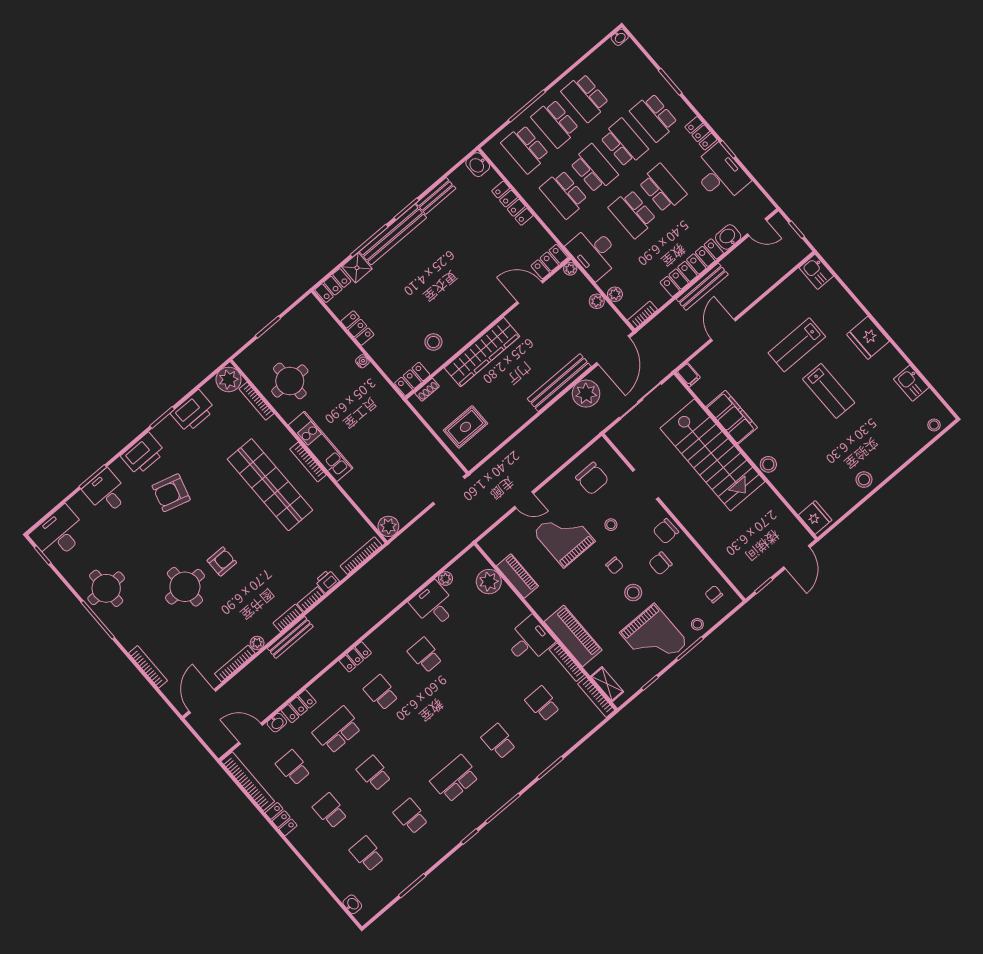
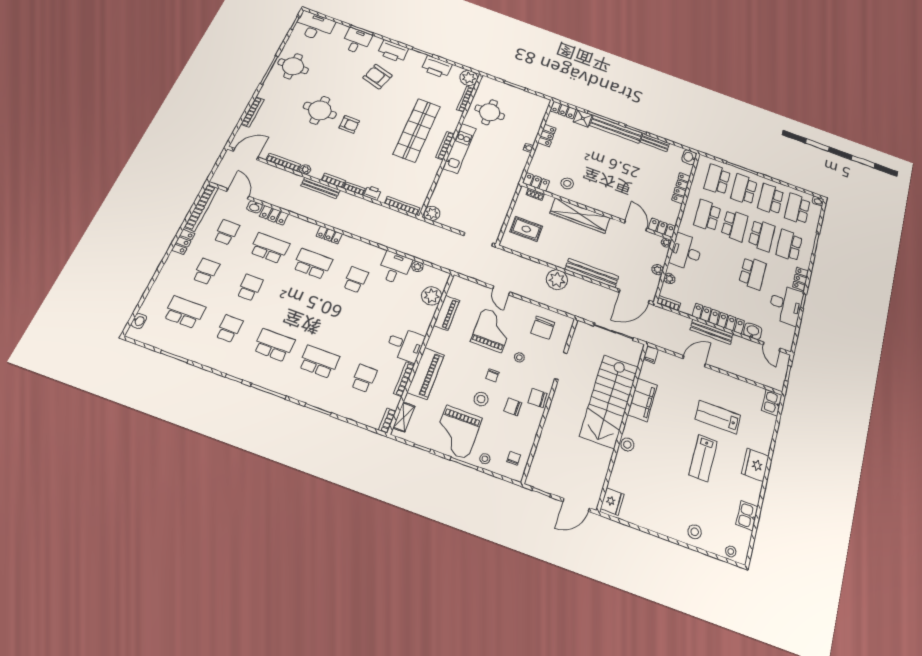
school desk: (633, 214) -> (797, 209), moved
plant: (586, 394) -> (557, 280), moved
stool: (864, 480) -> (695, 532), moved
school desk: (381, 693) -> (313, 264), width x1.85
bookcase: (596, 697) -> (387, 421), width x0.64
school desk: (499, 741) -> (319, 362), width x1.85
school desk: (367, 854) -> (184, 312), width x1.85

